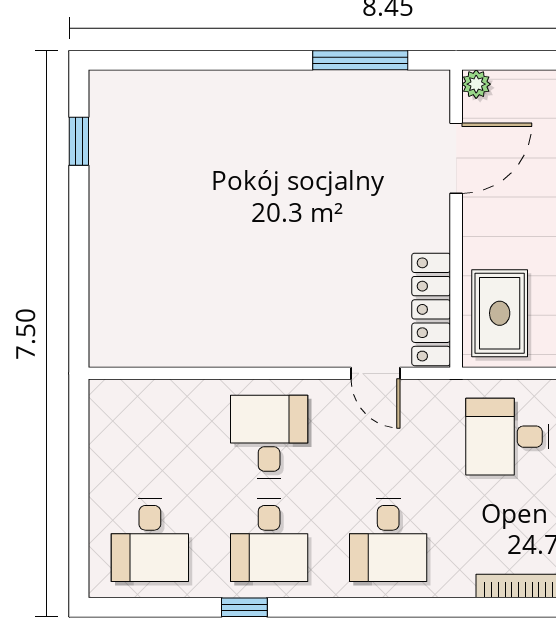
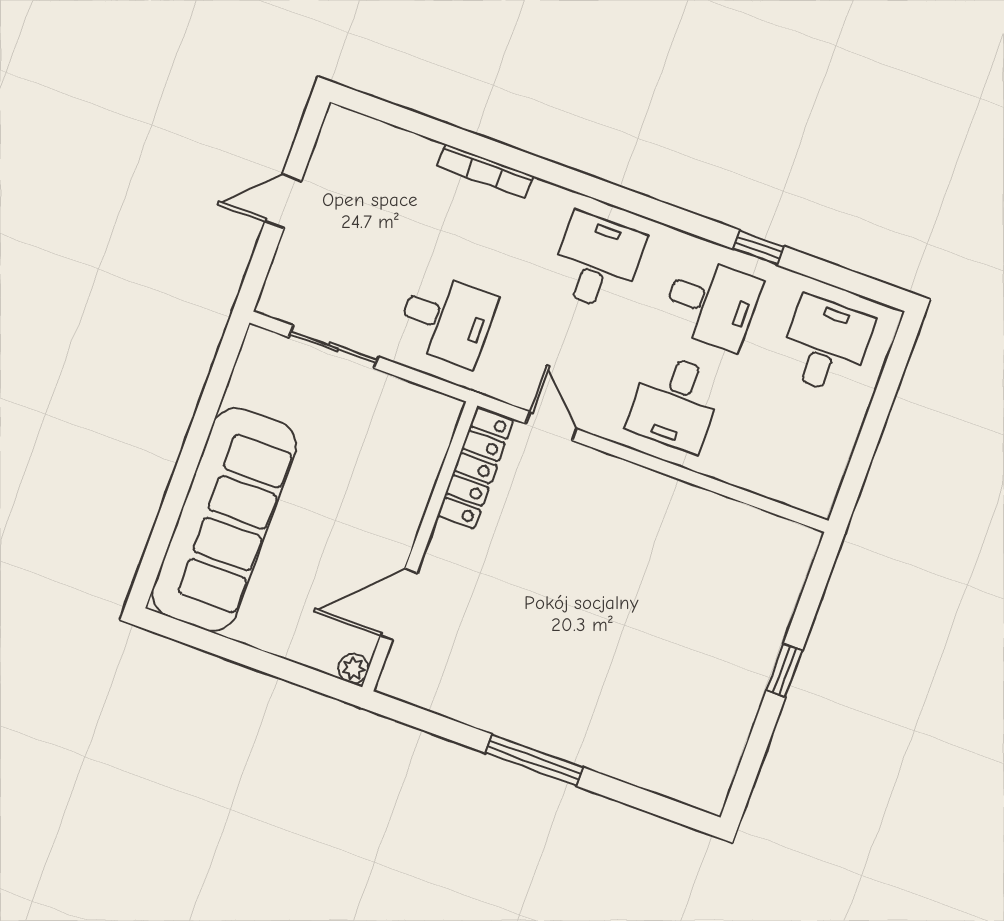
window: (360, 60) -> (534, 760), moved
window: (79, 141) -> (784, 670), moved
rug: (500, 313) -> (411, 440), removed
desk: (269, 540) -> (711, 303), turned 90

